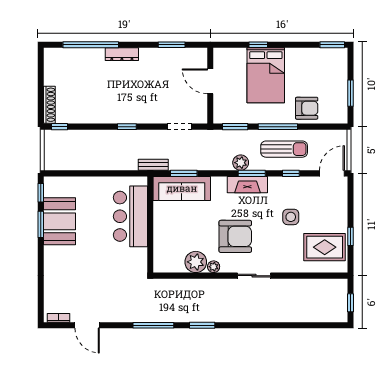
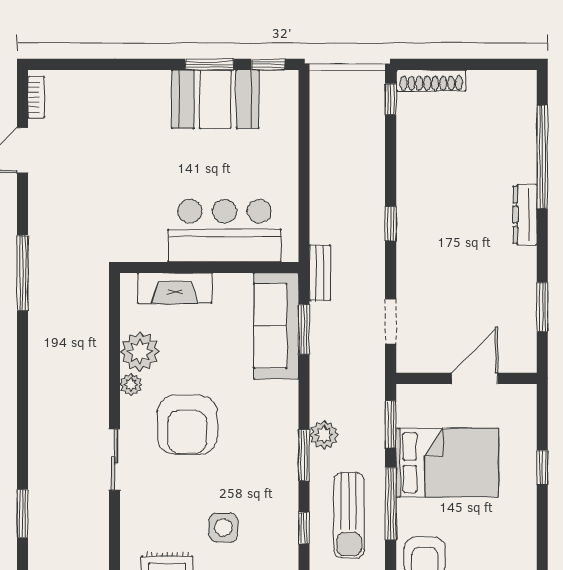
bed: (266, 75) -> (447, 463), moved, turned 180
fireplace: (247, 185) -> (175, 288), moved, turned -90
window: (202, 325) -> (23, 514), moved

